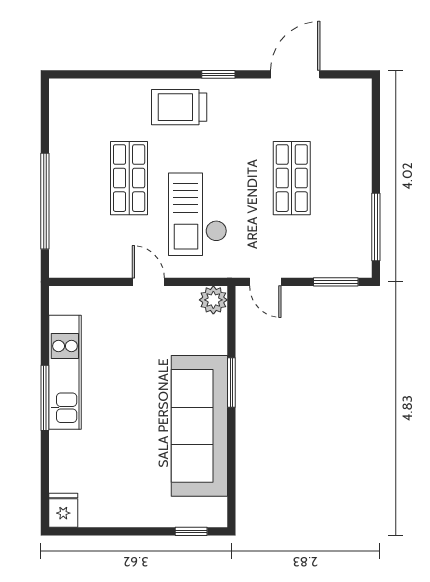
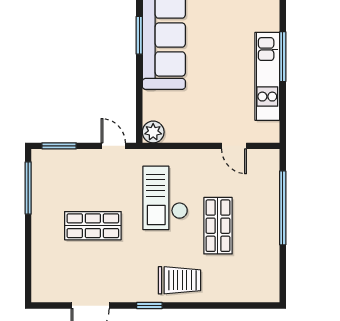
shop shelf: (292, 178) -> (93, 226), turned 90
checkout: (198, 214) -> (165, 198), turned 180
door: (148, 282) -> (234, 146), moved
window: (231, 383) -> (139, 35), moved

